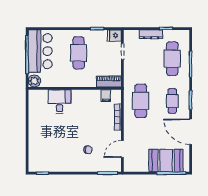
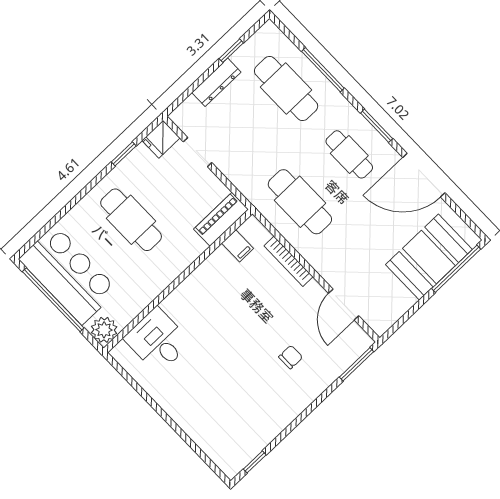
desk: (60, 102) -> (158, 340), moved

